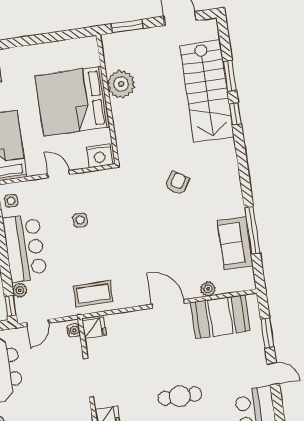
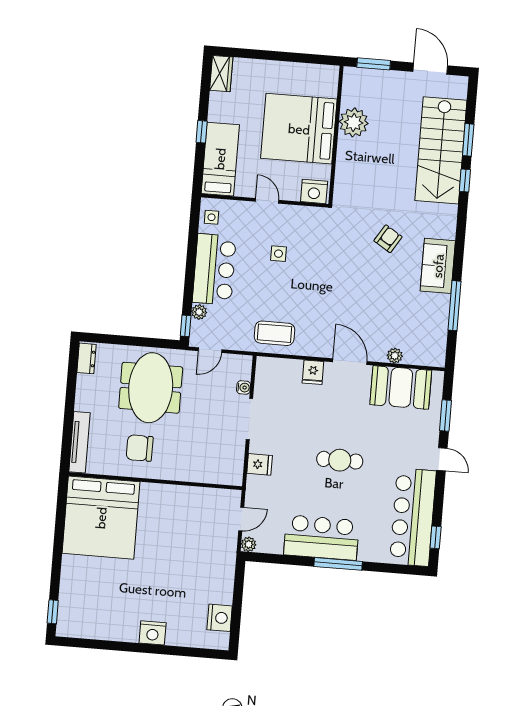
sofa: (235, 243) -> (438, 266), moved
fridge: (94, 328) -> (313, 372), moved, turned 90
water cooler: (74, 330) -> (244, 387), moved

